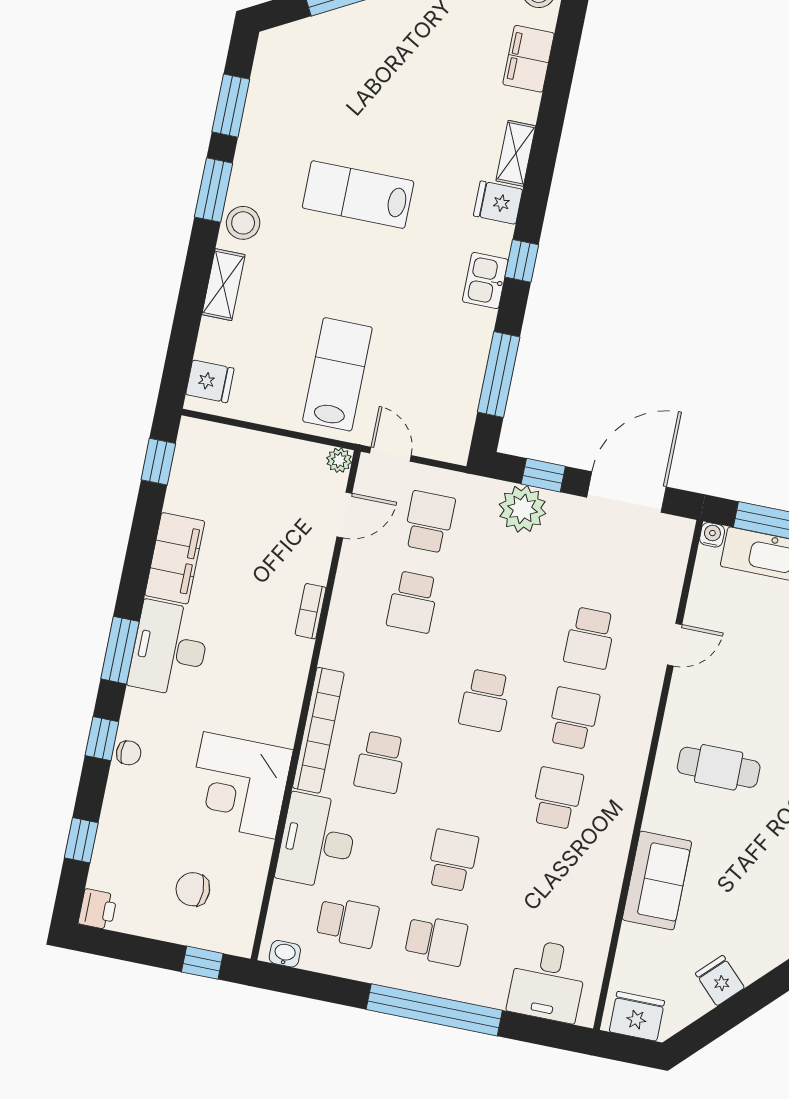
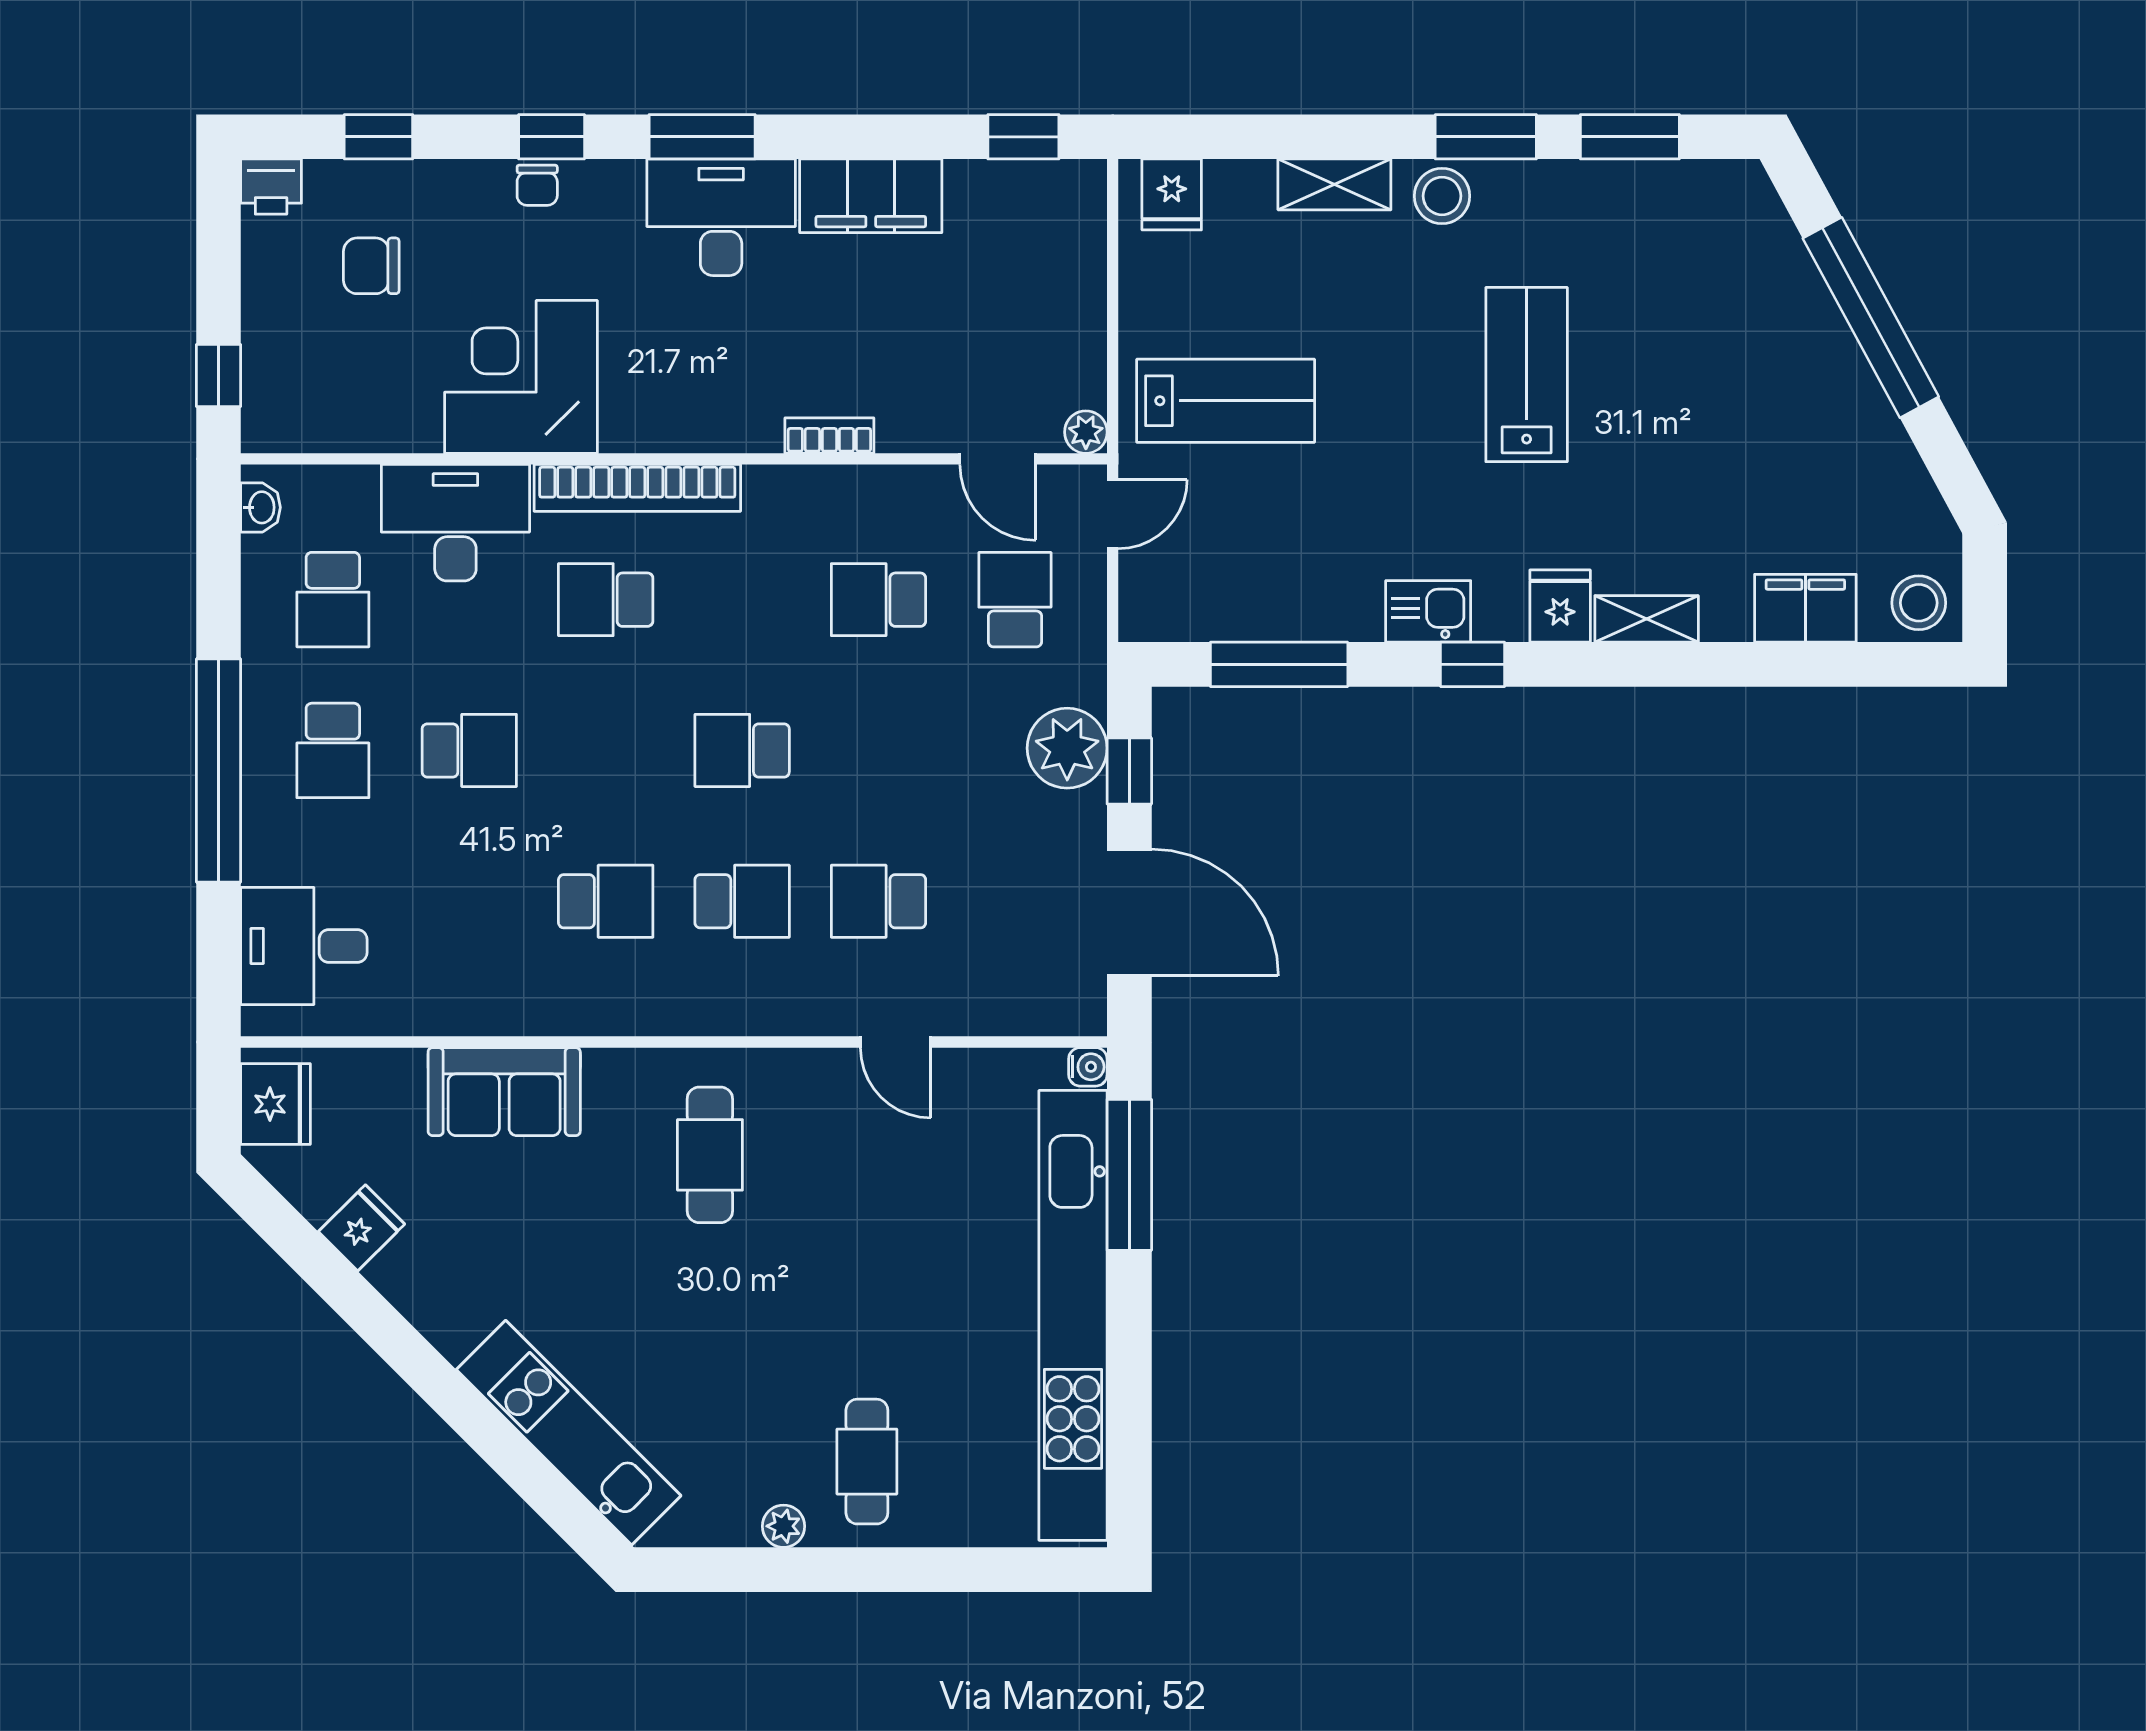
school desk: (429, 522) -> (1015, 600), turned -90
chair: (193, 889) -> (371, 266), moved, turned -90

